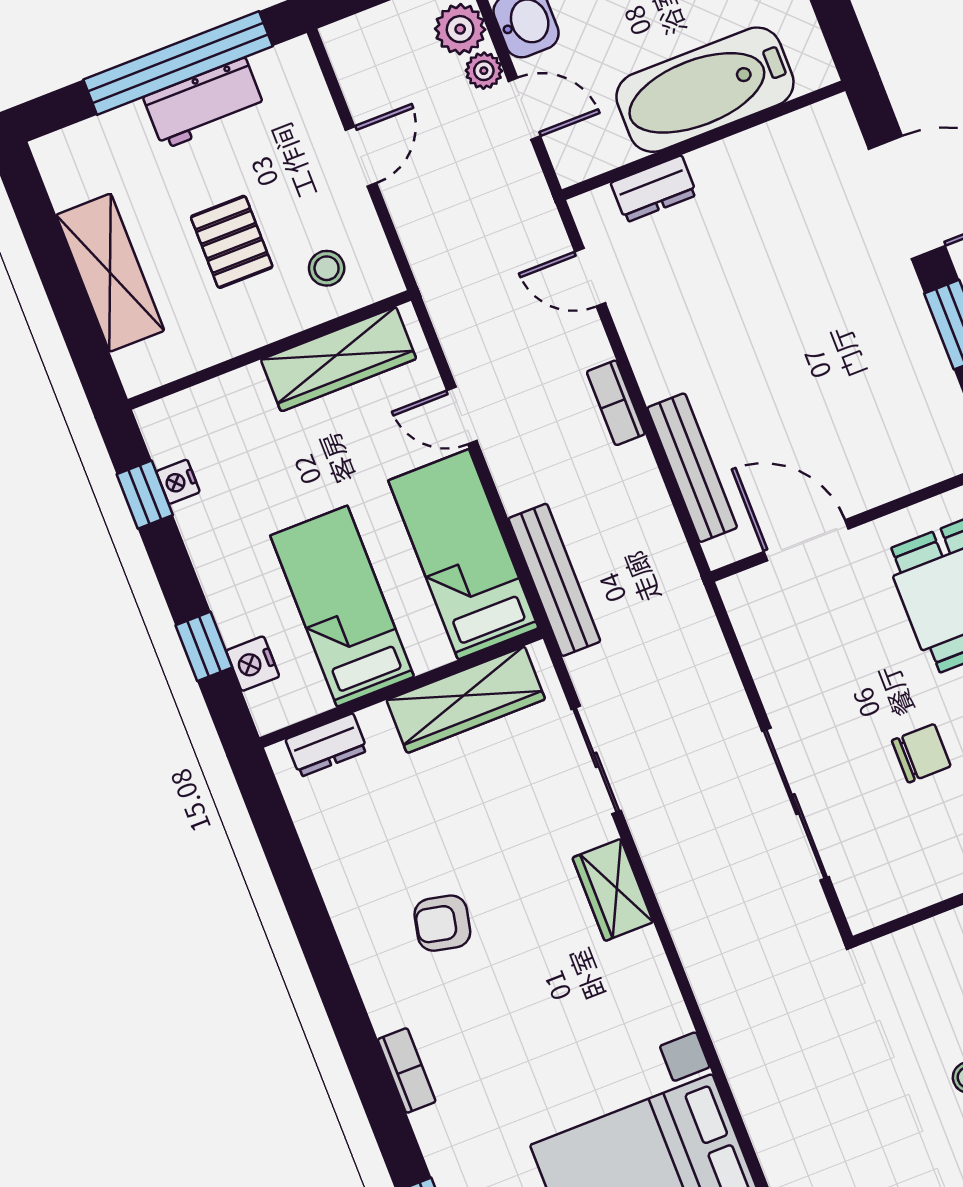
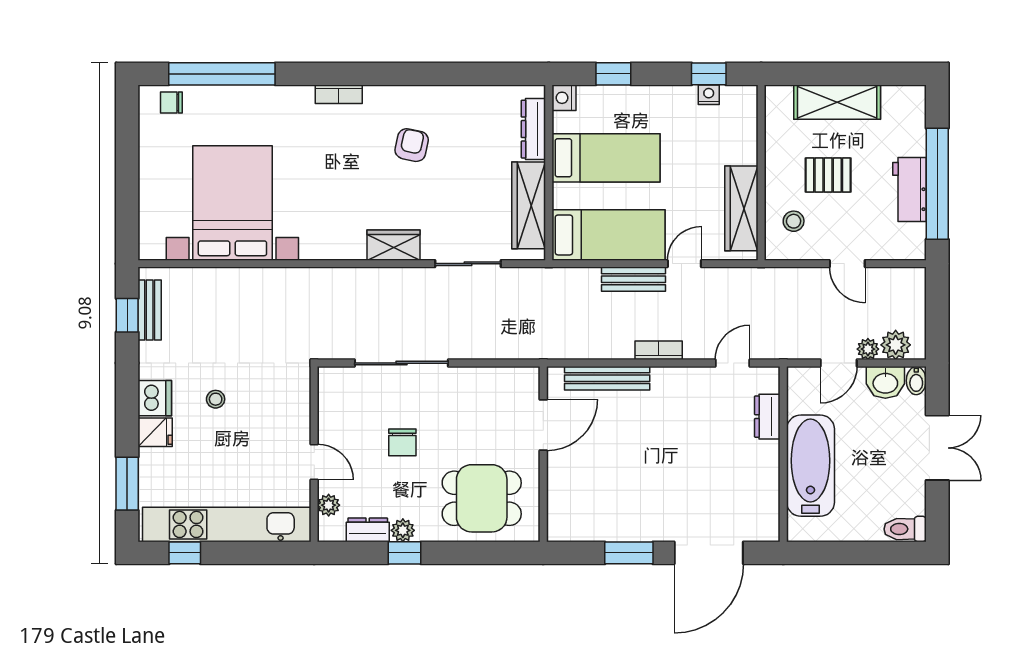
bench: (554, 580) -> (634, 279), moved, width x0.73
nightstand: (253, 664) -> (564, 98), moved, turned -90
dresser: (327, 745) -> (533, 129), width x1.44

